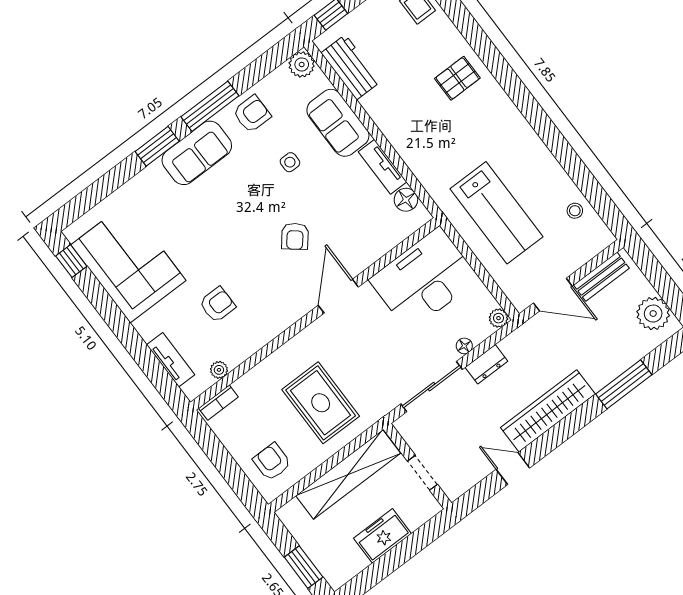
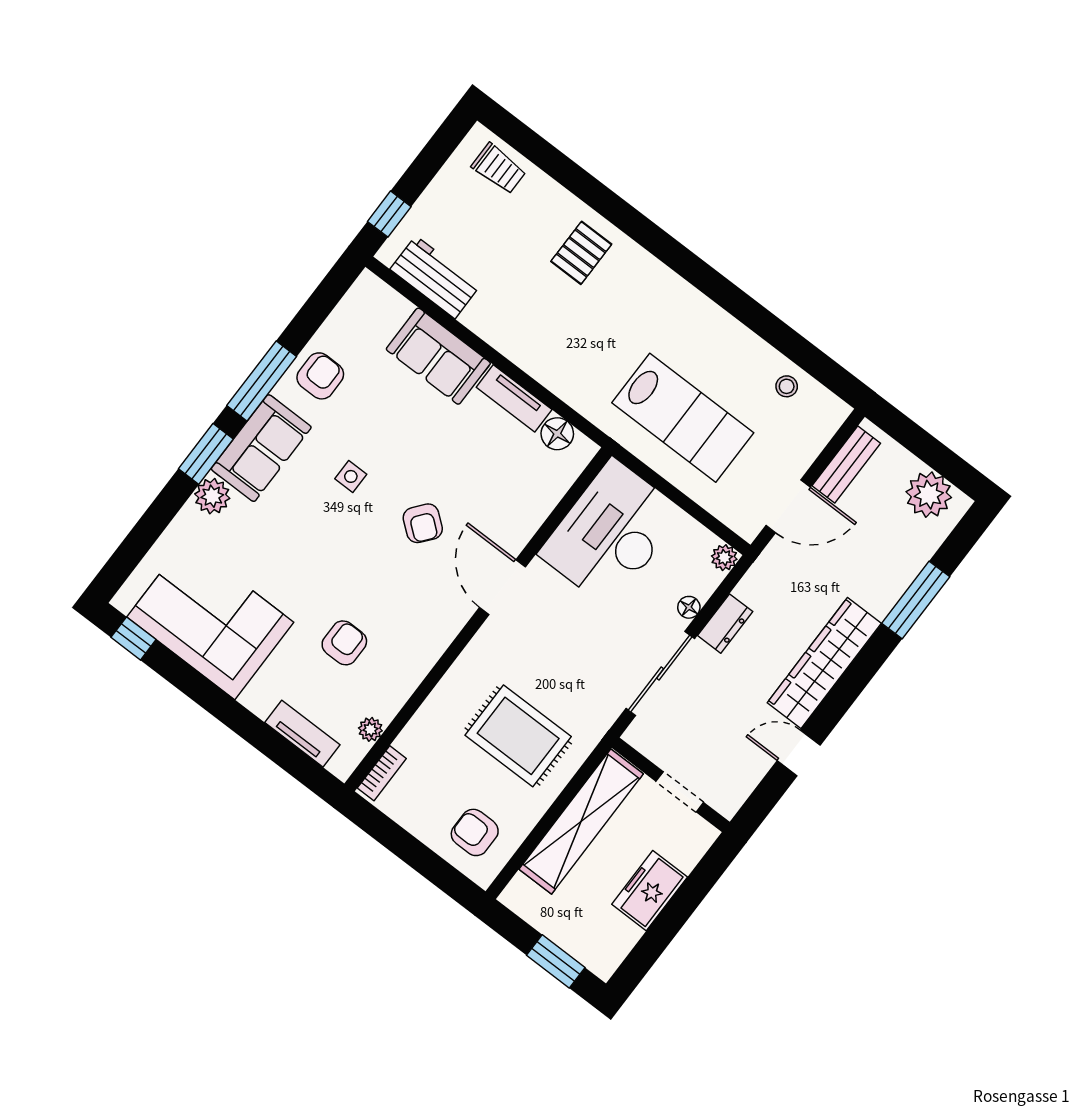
plant: (302, 64) -> (212, 496), moved
side table: (290, 162) -> (351, 476), moved

